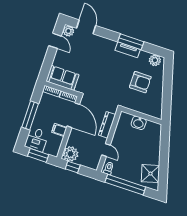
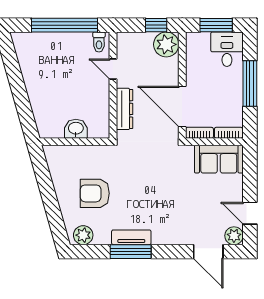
filing cabinet: (59, 130) -> (196, 76), removed
shower: (150, 174) -> (31, 55), removed

